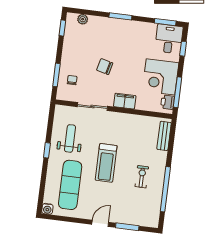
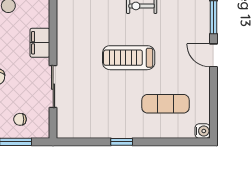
weight bench: (70, 138) -> (101, 112), removed
treadmill: (106, 163) -> (129, 58), turned 180
exercise mat: (70, 185) -> (166, 104), width x0.73, depth x0.69

